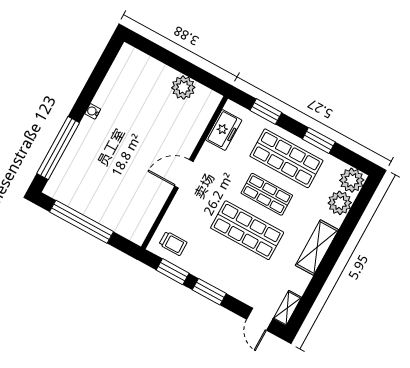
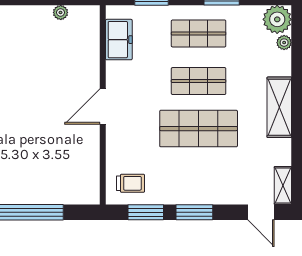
plant: (183, 88) -> (61, 12), width x0.53, depth x0.53
shop shelf: (286, 158) -> (199, 33), width x0.70, depth x0.74
plant: (340, 203) -> (284, 43), width x0.53, depth x0.53

